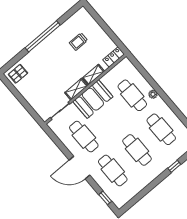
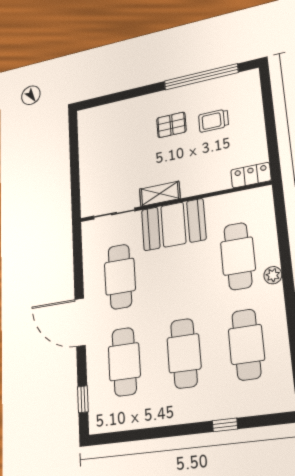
window: (43, 36) -> (201, 77), moved
pallet: (18, 74) -> (171, 125), moved
shelving: (93, 75) -> (201, 186), removed

